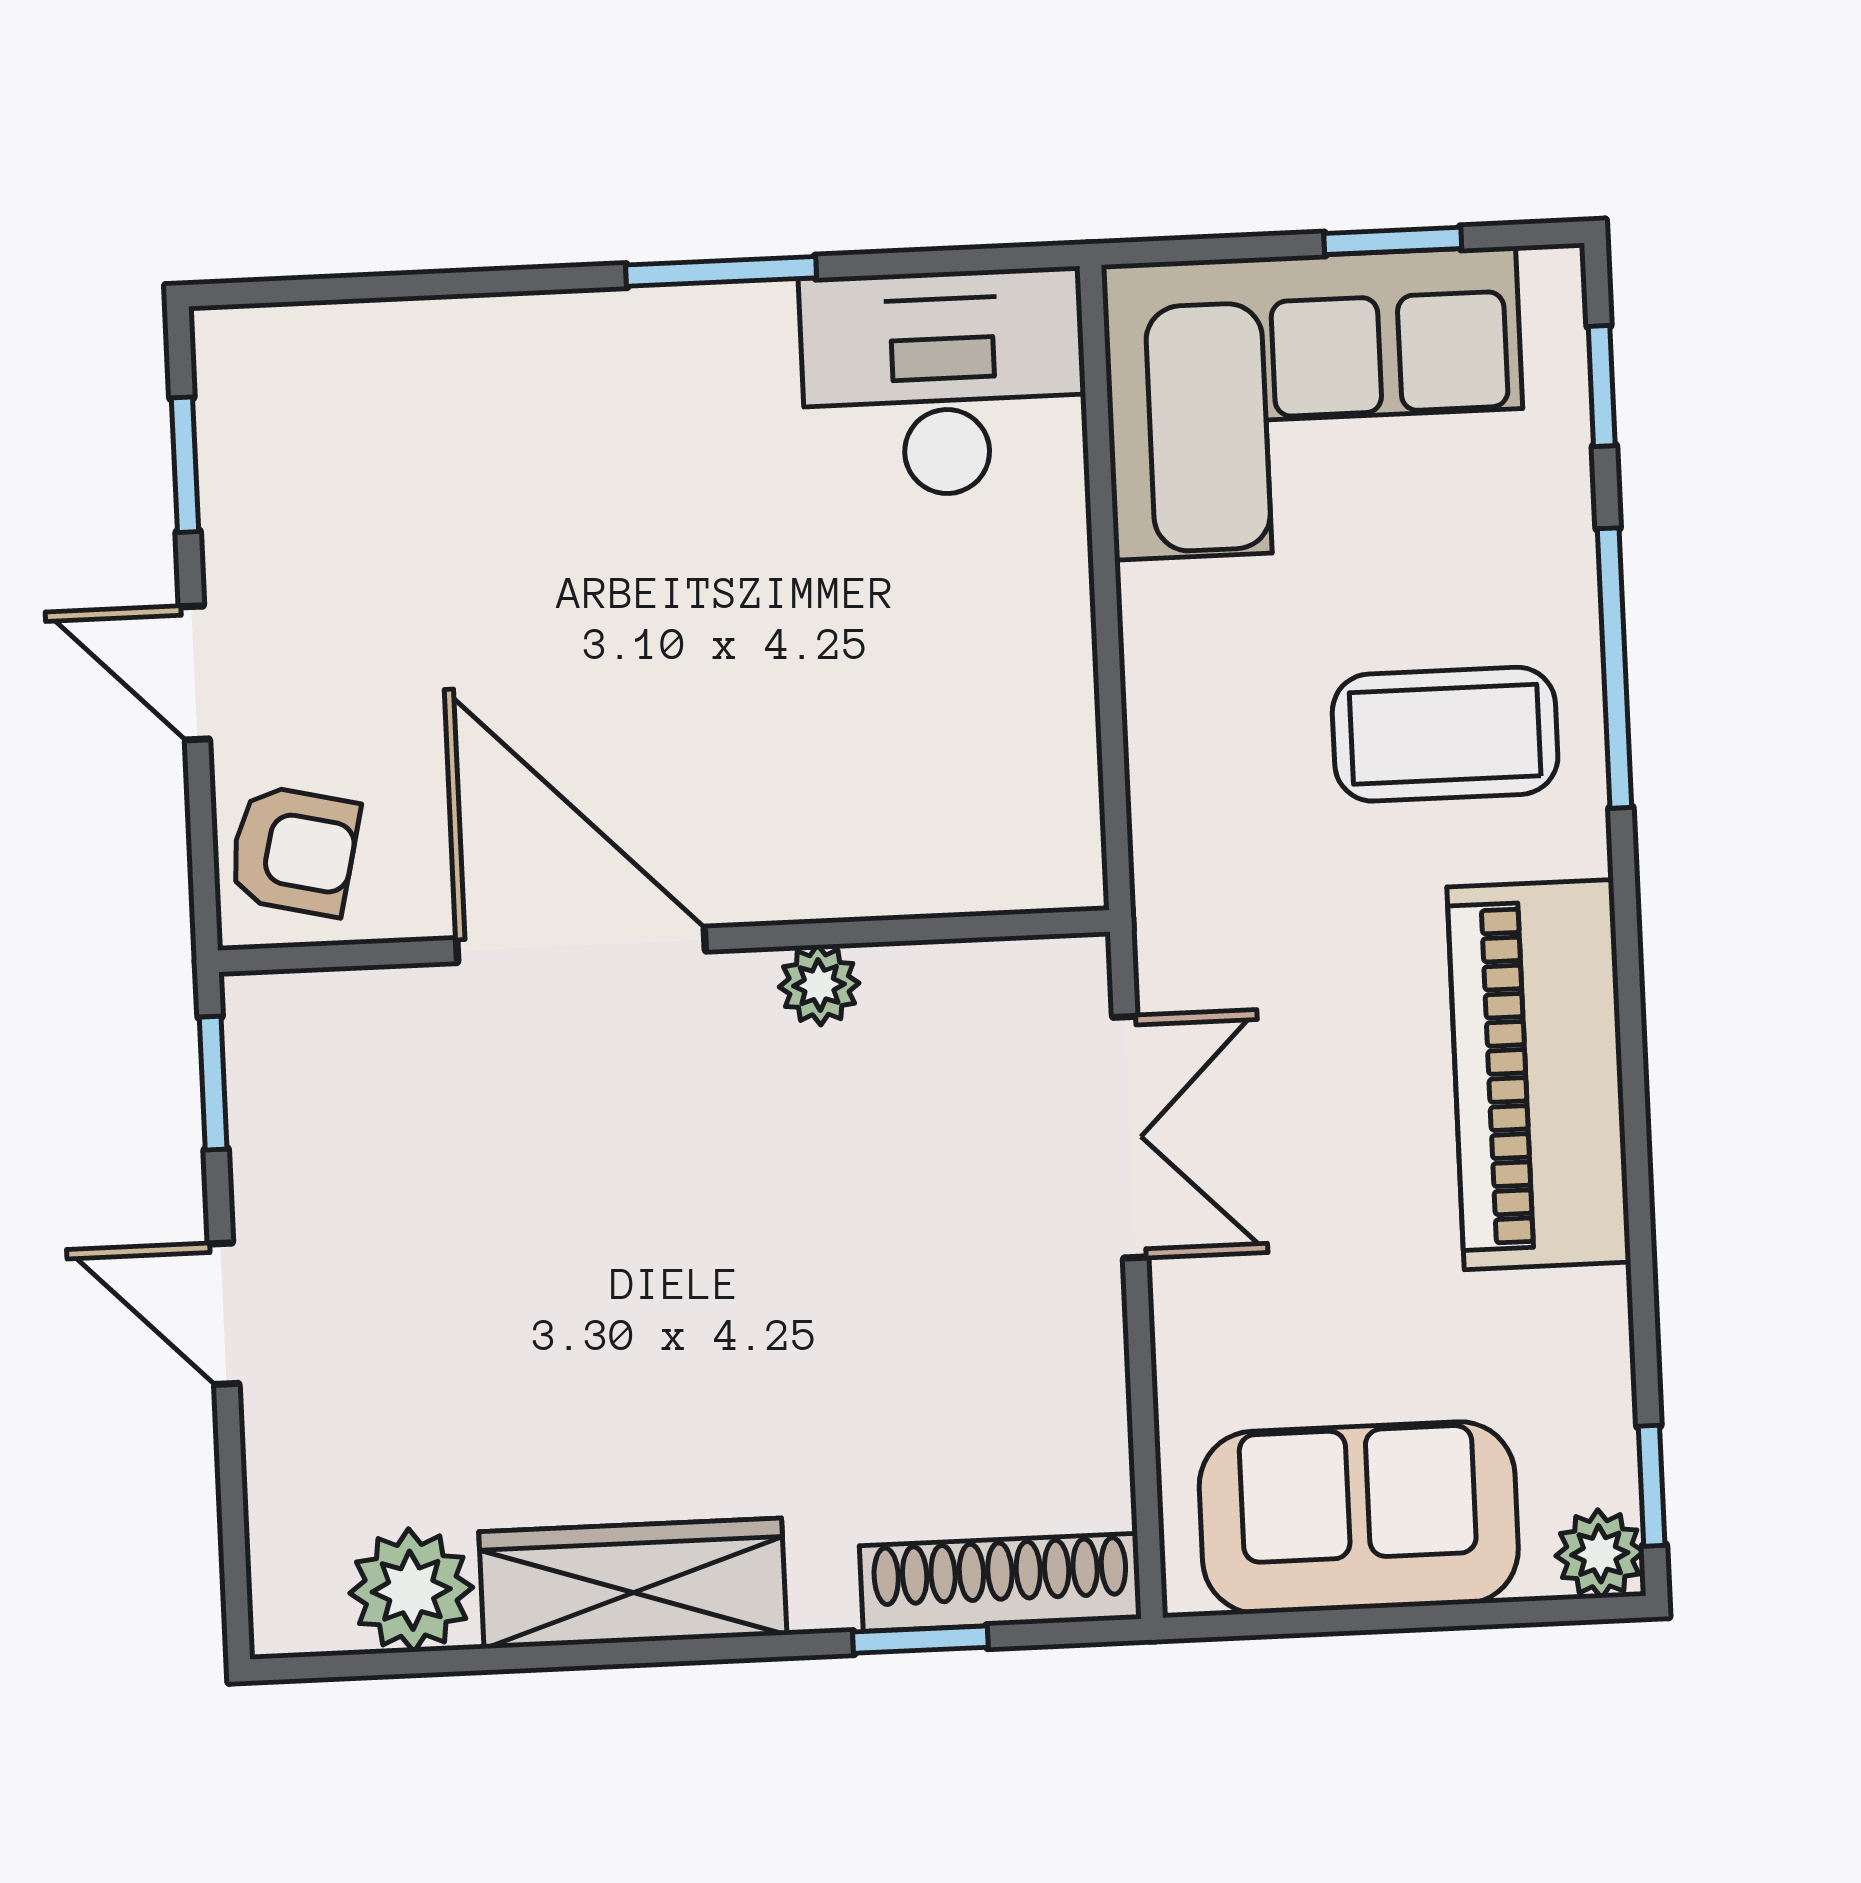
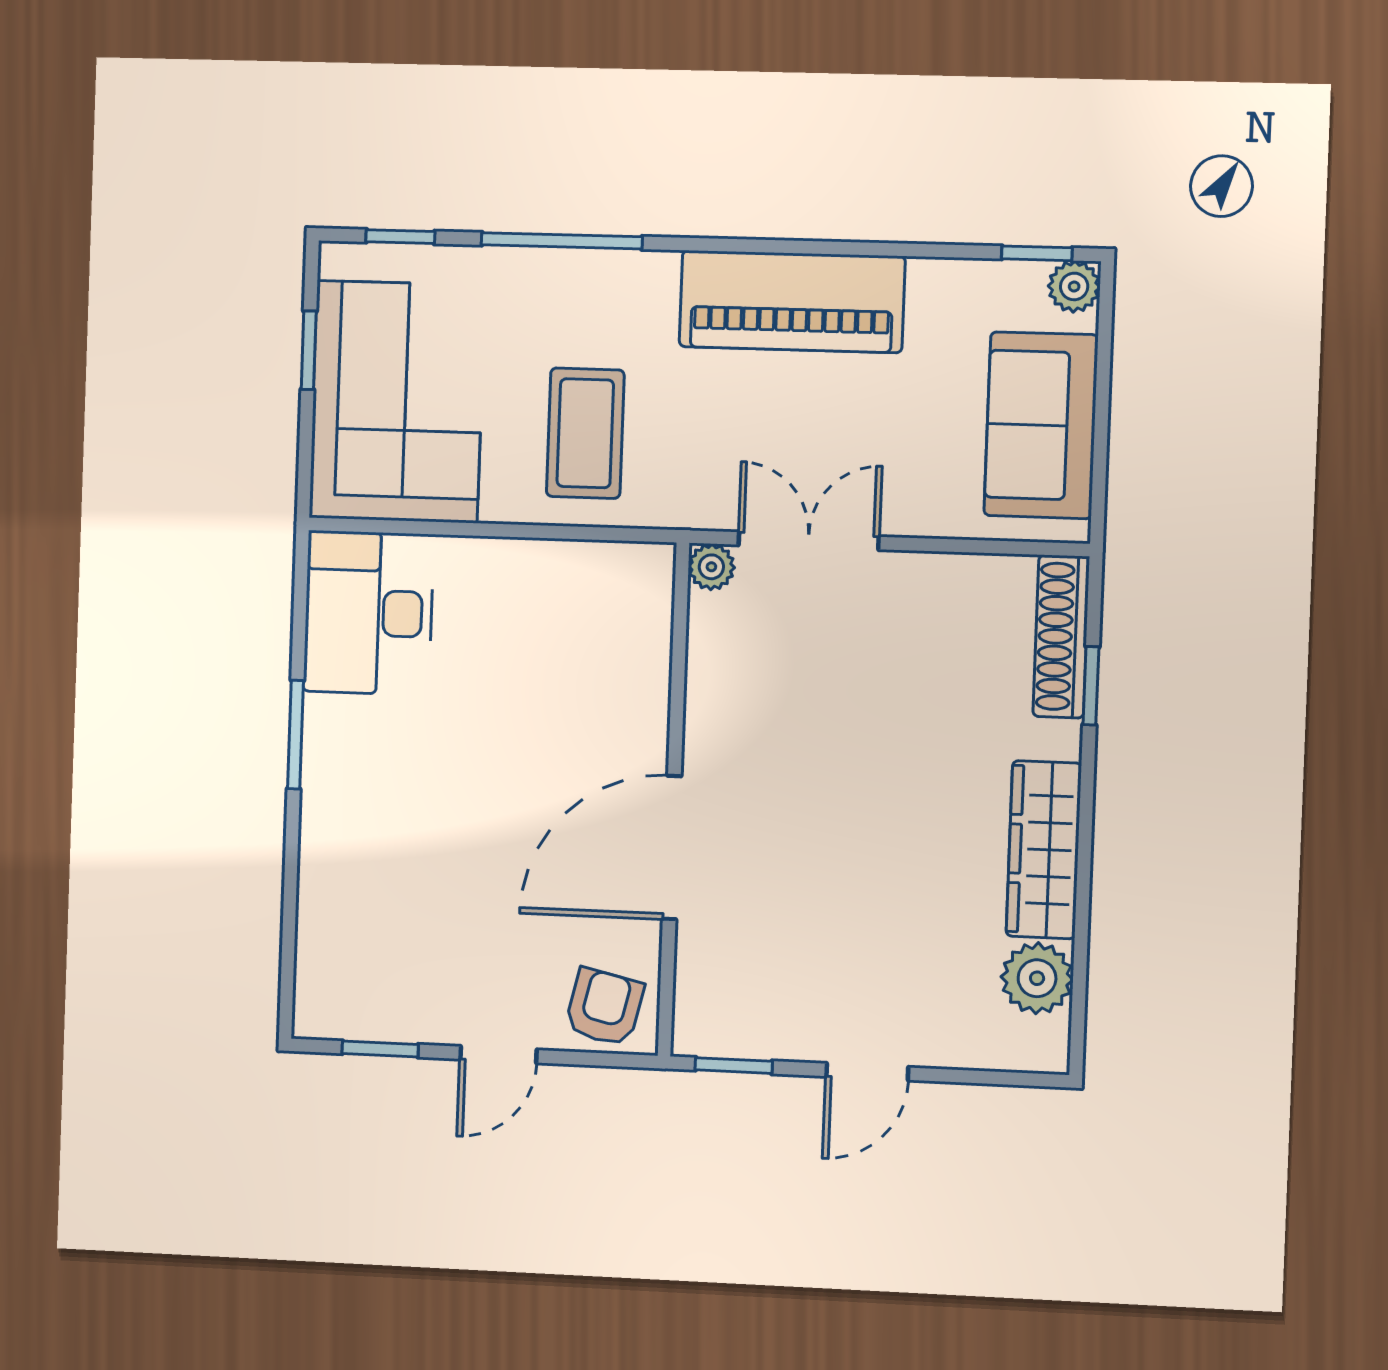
coffee table: (1445, 734) -> (585, 433), moved
plant: (819, 985) -> (711, 567), moved

